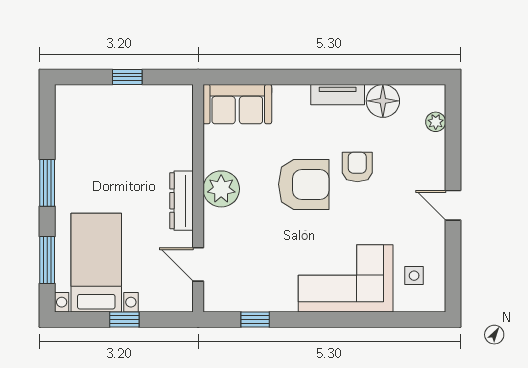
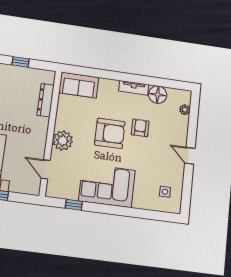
plant: (221, 189) -> (63, 141), moved
dresser: (181, 201) -> (46, 100), moved
corner sofa: (346, 278) -> (107, 186), moved

